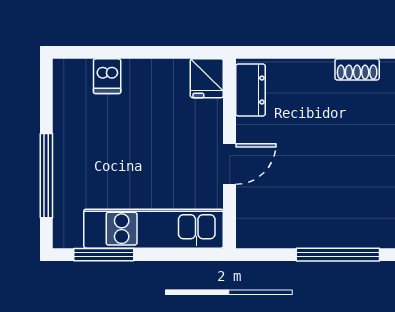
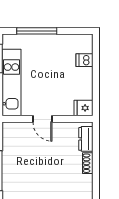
shoe rack: (357, 69) -> (88, 163), moved
dresser: (251, 90) -> (86, 139), moved, turned 90

